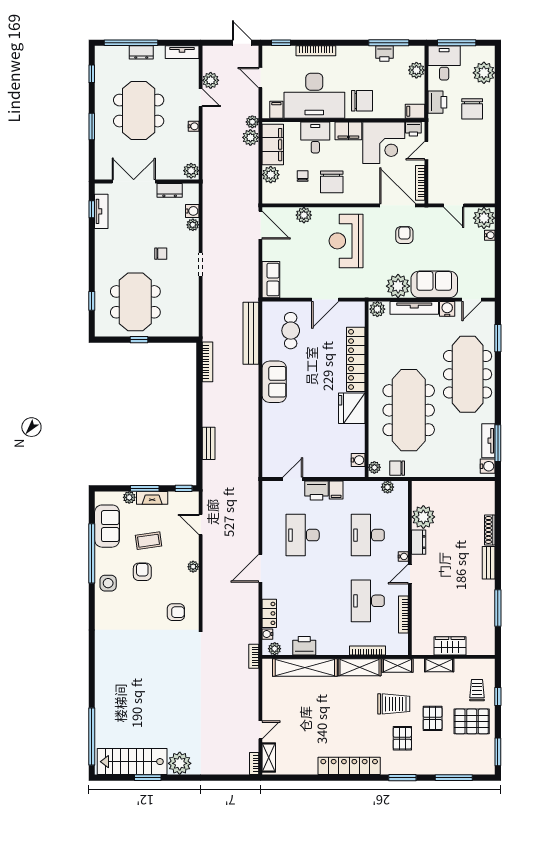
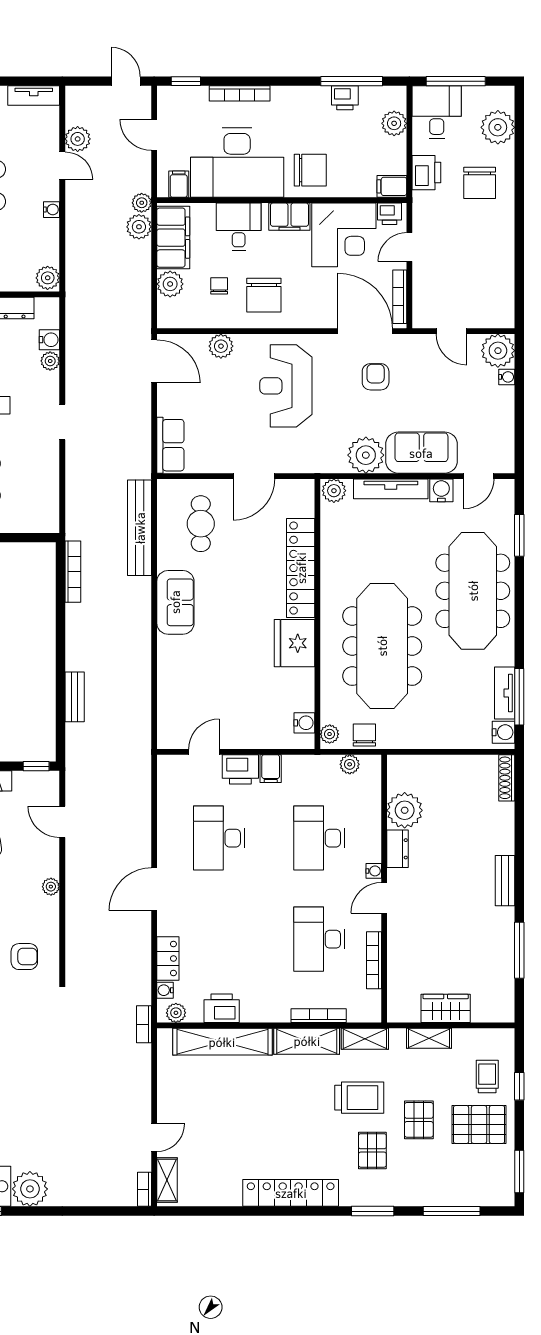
chair: (397, 468) -> (364, 735), turned 90
shoe rack: (490, 530) -> (507, 778), moved

